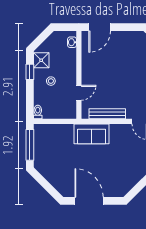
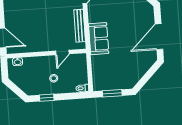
shower: (41, 60) -> (36, 88), removed
door: (79, 93) -> (62, 52), swing flipped
window: (30, 145) -> (112, 93), width x0.69

